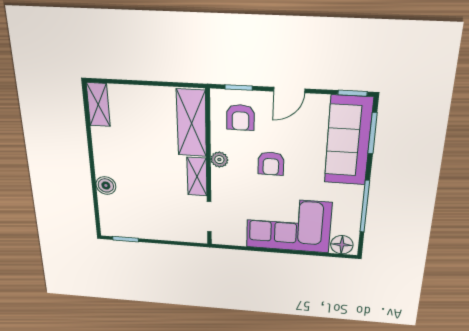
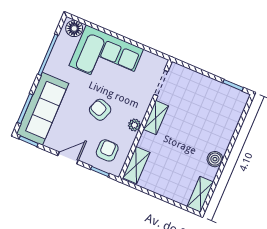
shelving: (192, 123) -> (136, 165), width x0.67, depth x0.75
armchair: (271, 164) -> (100, 110), turned -69
boiler: (106, 185) -> (215, 159), moved

